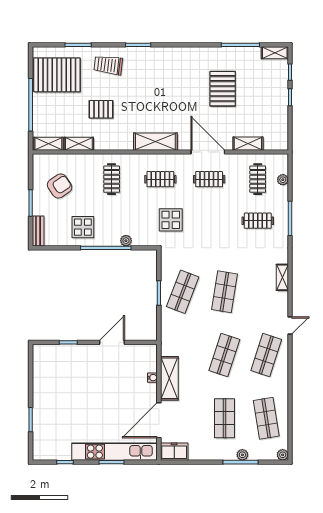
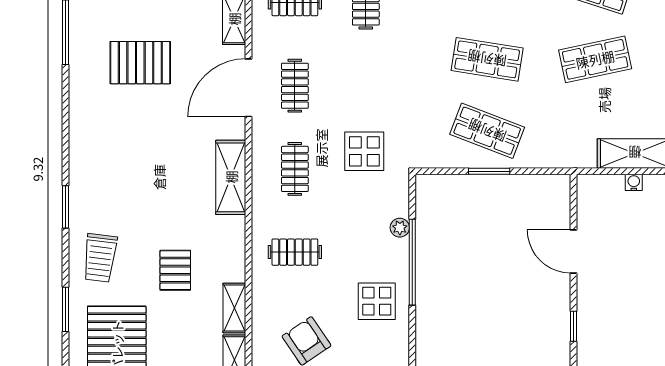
shop shelf: (224, 355) -> (595, 59), turned -30

